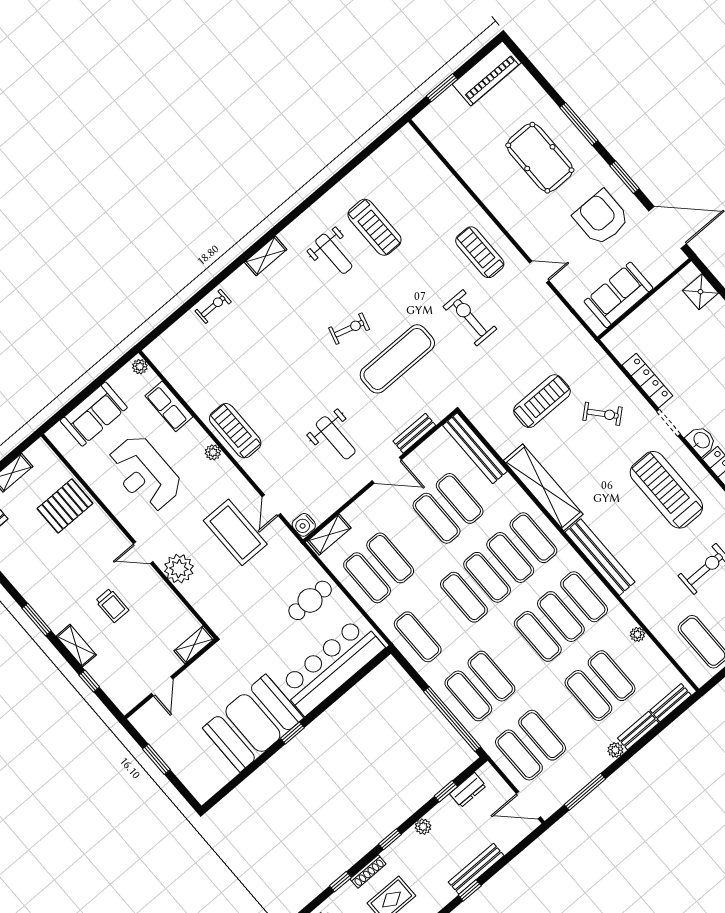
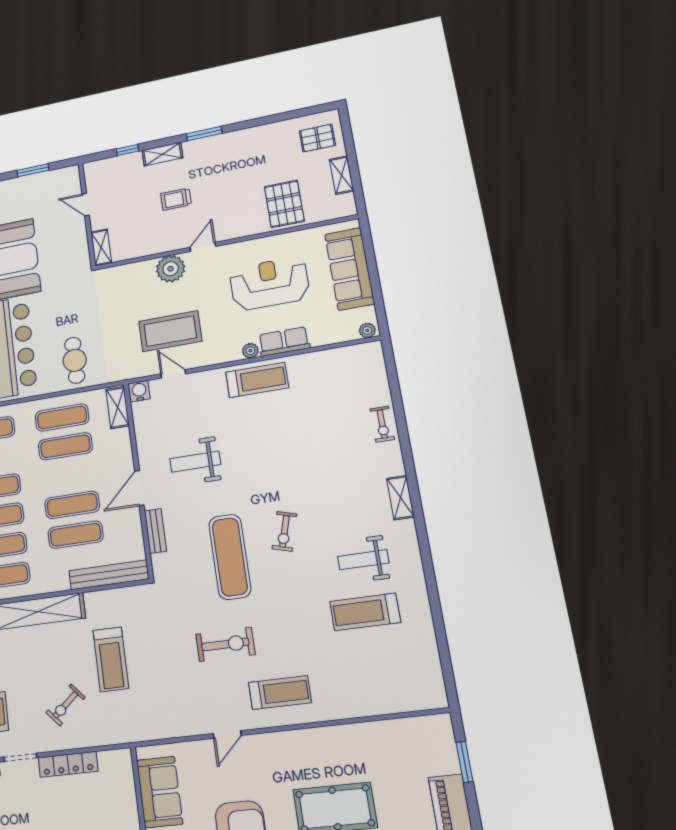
row of seats: (169, 406) -> (284, 341), moved
sofa: (94, 414) -> (349, 269), width x1.36

